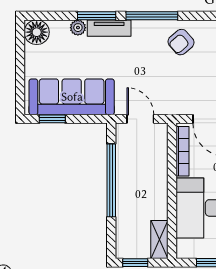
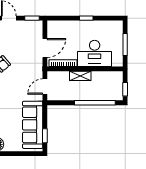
window: (111, 180) -> (95, 103), moved
shelving: (159, 239) -> (80, 76), moved

